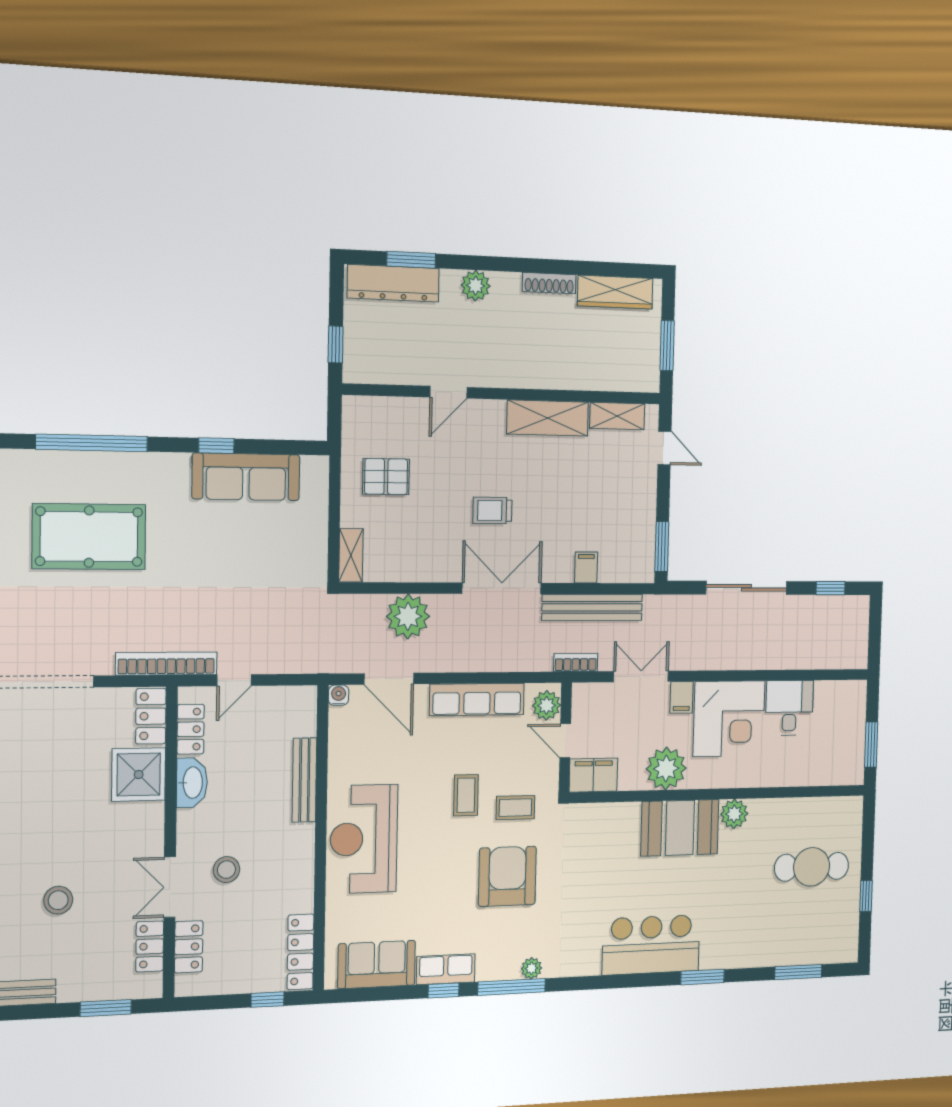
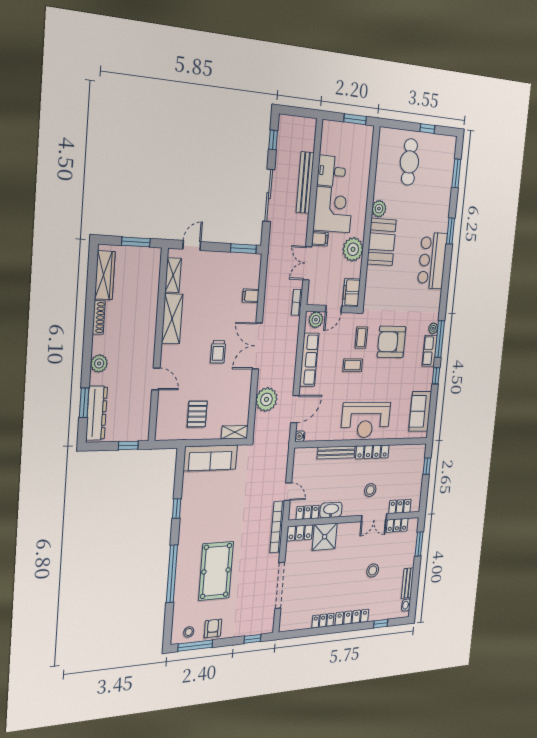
sofa: (246, 477) -> (210, 458), moved, turned 90
bench: (592, 607) -> (305, 183), moved
locker: (301, 952) -> (372, 452), moved
row of seats: (446, 969) -> (430, 351), moved

